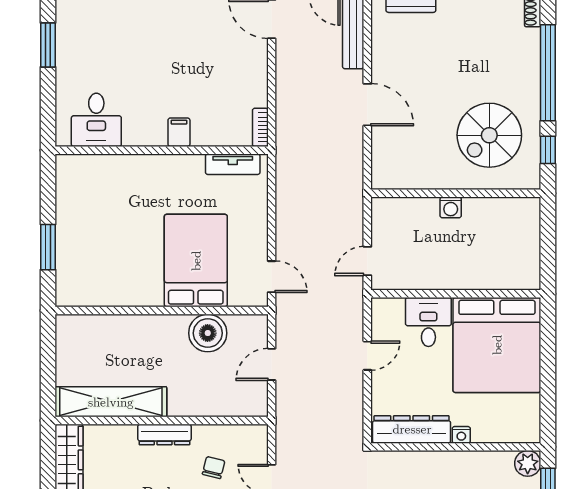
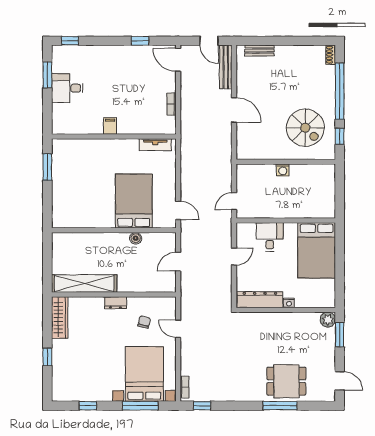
desk: (96, 120) -> (67, 88), moved, turned 90
bookcase: (260, 127) -> (171, 104), moved
filing cabinet: (179, 132) -> (110, 126), moved
spiral stairs: (489, 135) -> (305, 128), turned -90
window: (48, 247) -> (47, 167), moved
boiler: (208, 333) -> (136, 238), width x0.54, depth x0.54
bed: (497, 345) -> (317, 250), width x0.73
dresser: (164, 435) -> (115, 303), width x0.70

